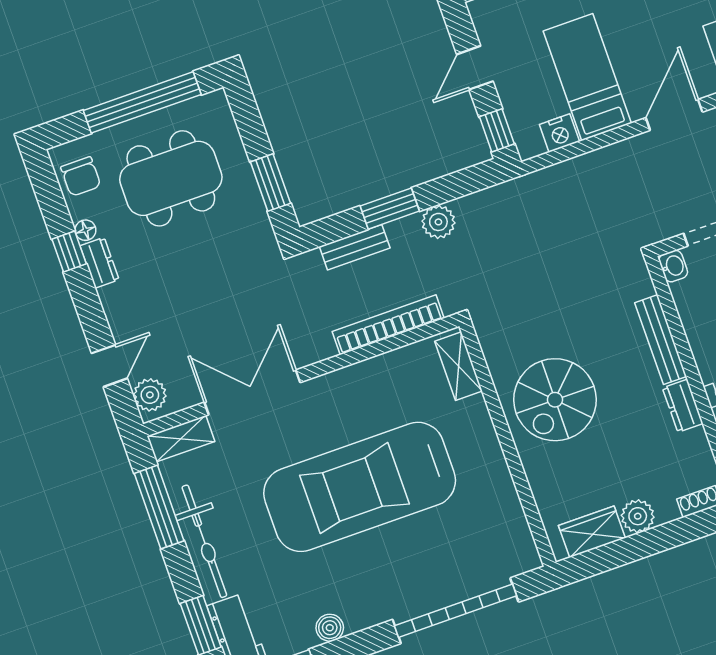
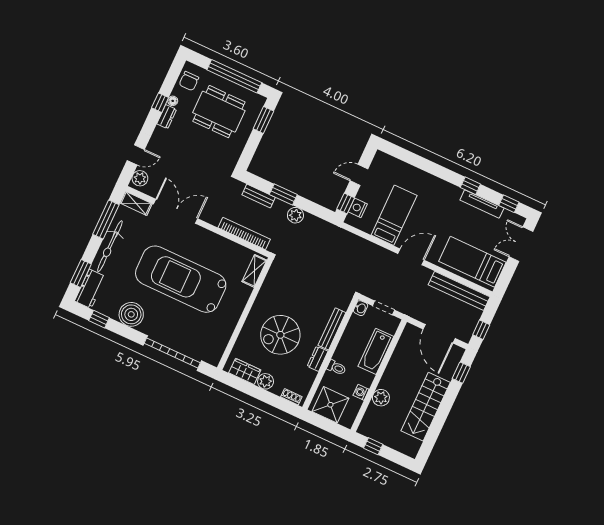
nightstand: (559, 133) -> (358, 208), moved, turned 90
window: (270, 183) -> (263, 120), moved
spiral stairs: (555, 400) -> (280, 335), moved
boiler: (330, 628) -> (131, 314), width x1.86, depth x1.86

